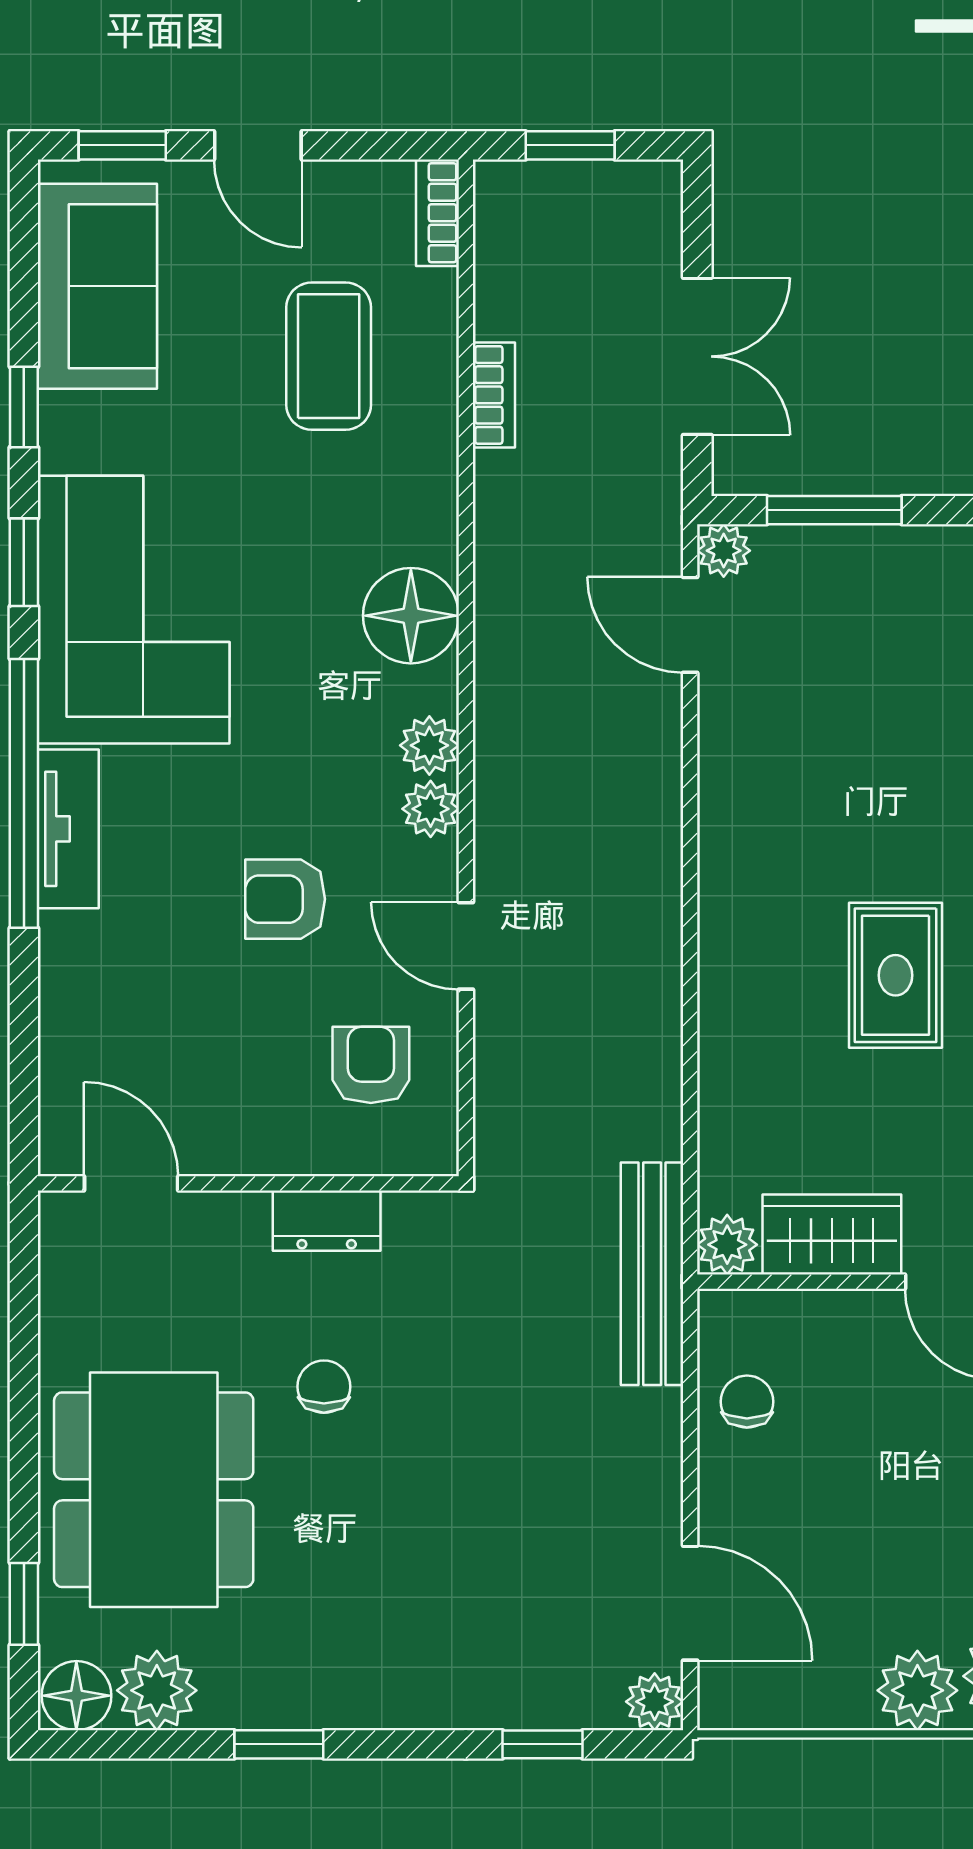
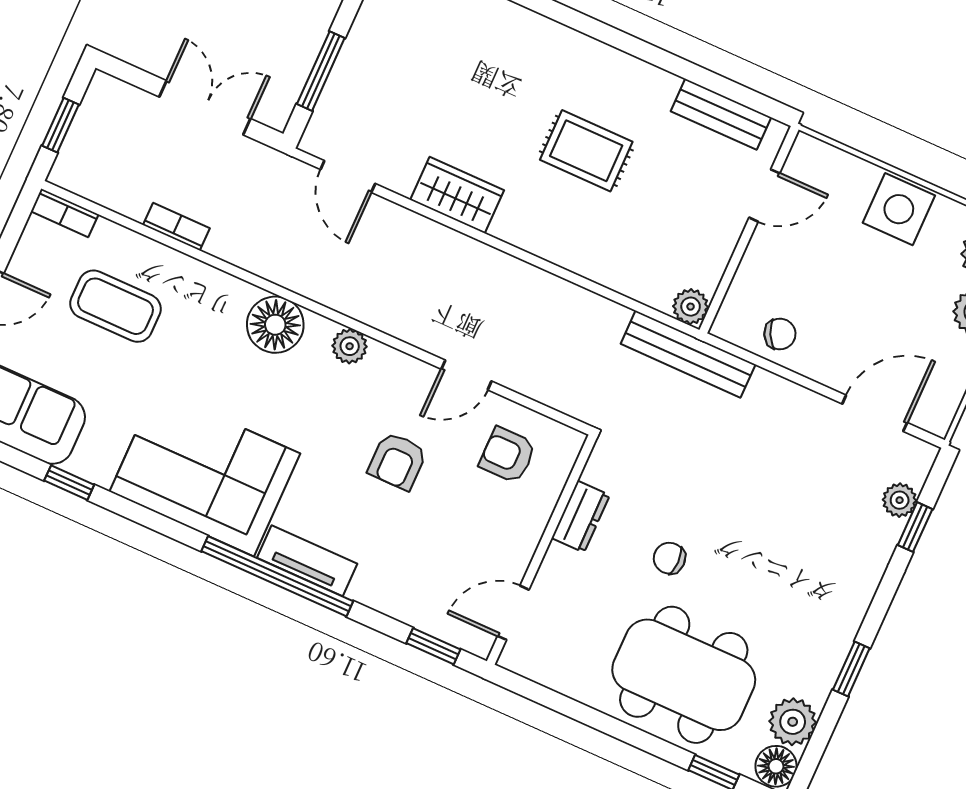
plant: (724, 551) -> (316, 140), removed
window: (24, 562) -> (433, 646), moved
door: (690, 625) -> (348, 176), hinge flipped
plant: (431, 809) -> (384, 361), removed
wardrobe: (832, 1234) -> (457, 195), moved, turned 90
chair: (747, 1402) -> (780, 334), turned 153
plant: (655, 1702) -> (900, 500), moved

